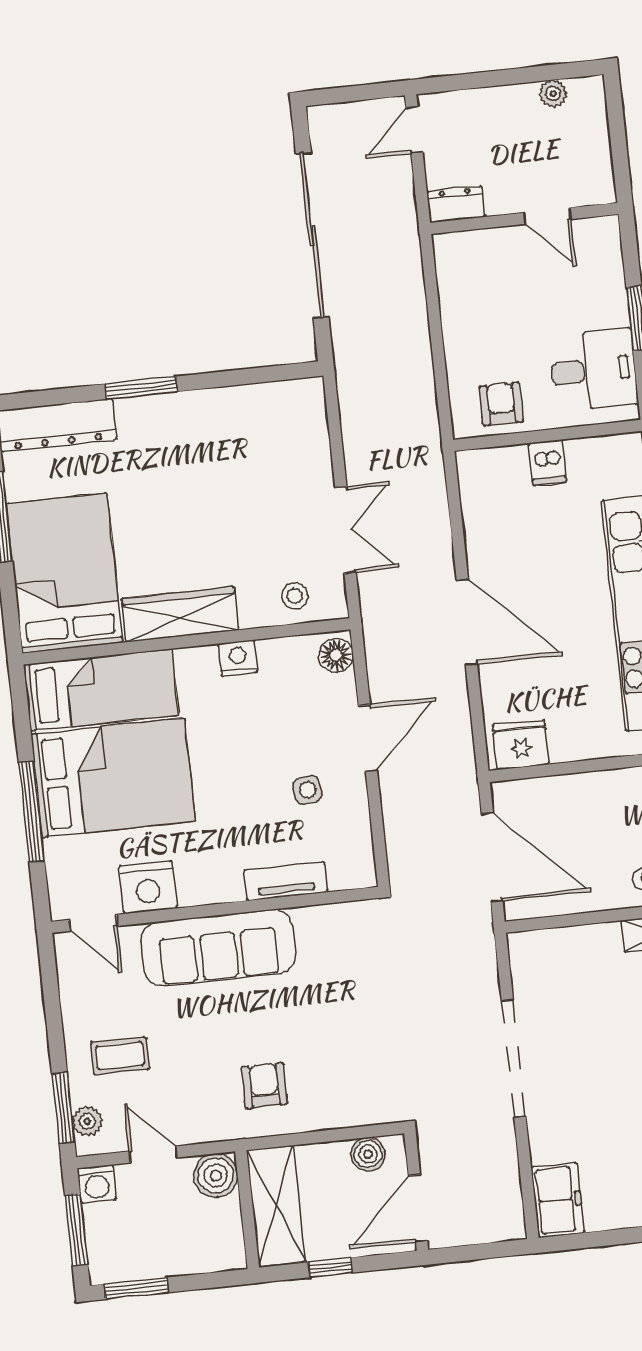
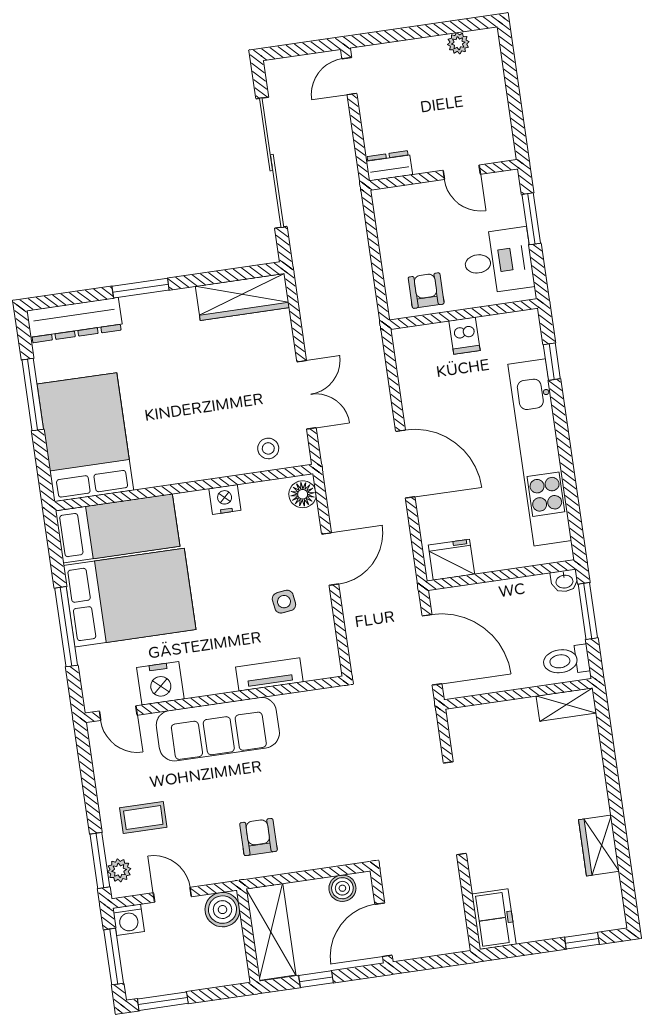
dresser: (456, 204) -> (389, 166), moved
door: (547, 216) -> (462, 172), moved
wall: (524, 218) -> (444, 175), moved
wardrobe: (180, 614) -> (242, 297), moved, turned 180

